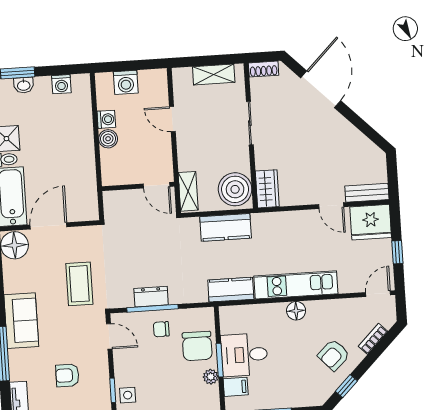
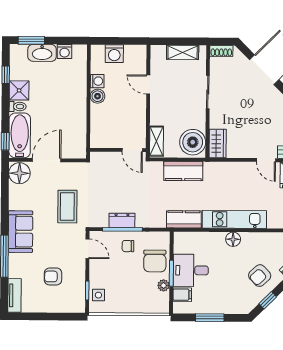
washbasin: (24, 85) -> (42, 53), width x1.91, depth x1.45
door: (157, 185) -> (132, 150), moved
wall: (138, 186) -> (118, 150), moved

